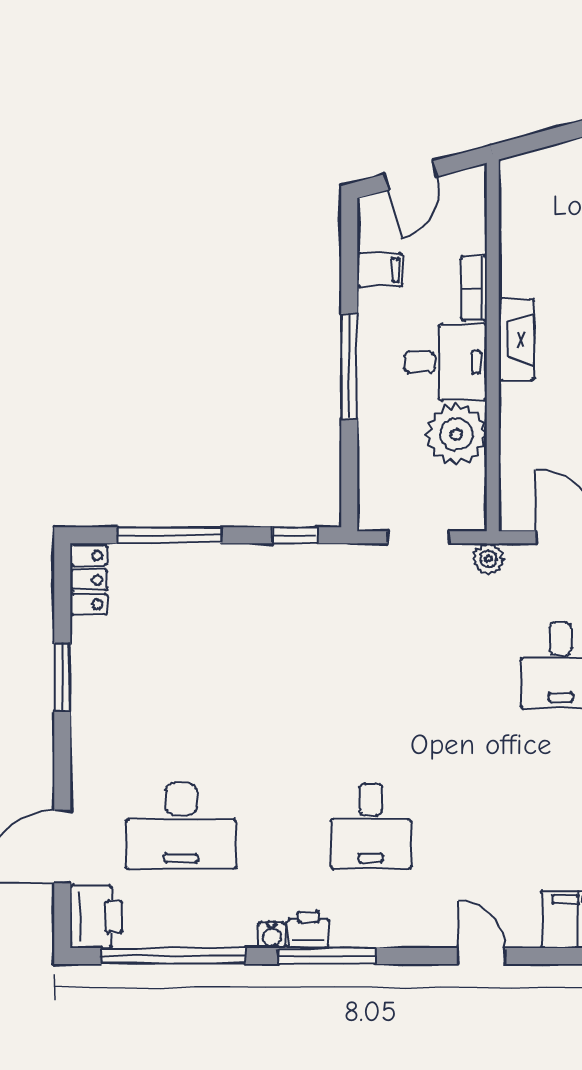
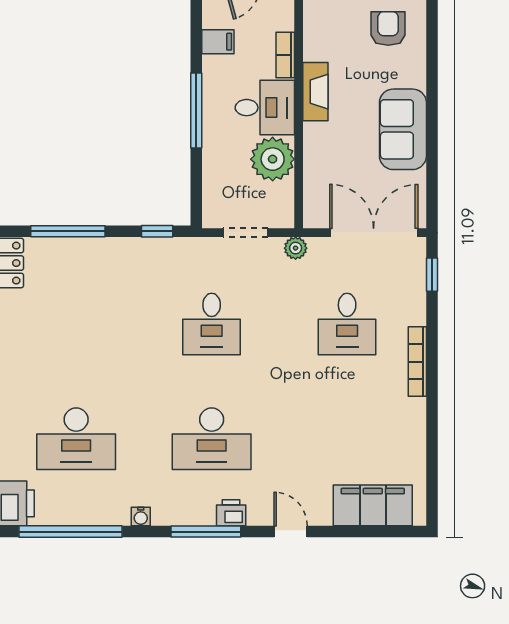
desk: (371, 665) -> (212, 324), added
desk: (371, 826) -> (212, 439), width x1.37
printer: (308, 930) -> (231, 513), moved
window: (327, 956) -> (206, 532), moved

